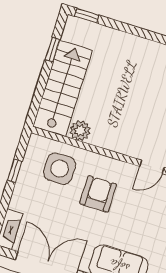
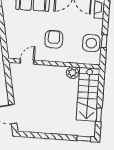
side table: (60, 169) -> (91, 43), moved
armchair: (98, 194) -> (54, 39), turned 180

